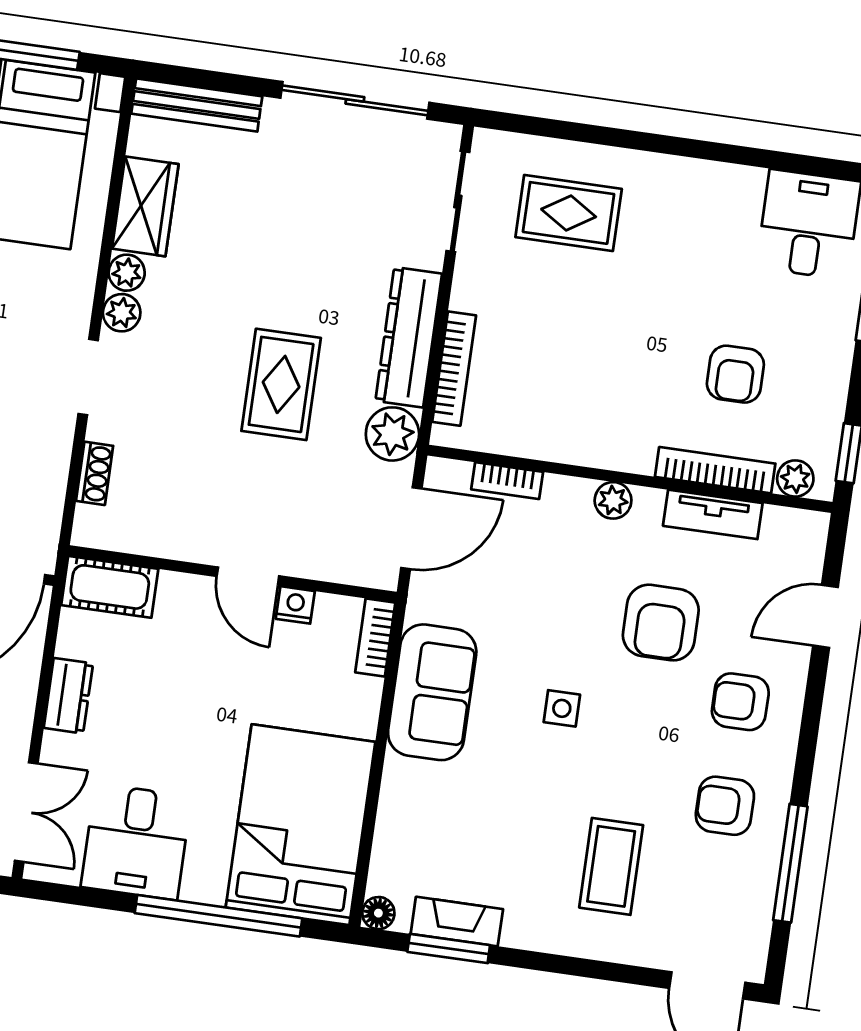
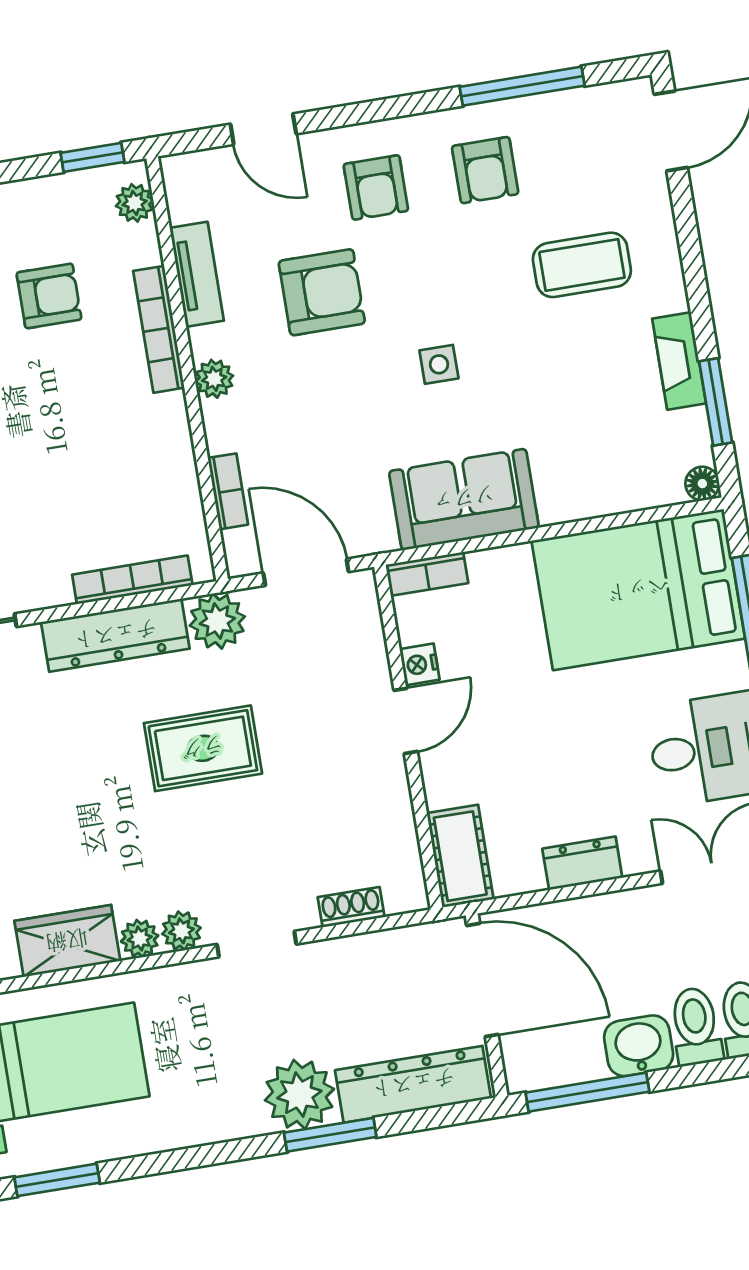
bookcase: (715, 470) -> (159, 329), moved
fireplace: (457, 921) -> (679, 361), moved

